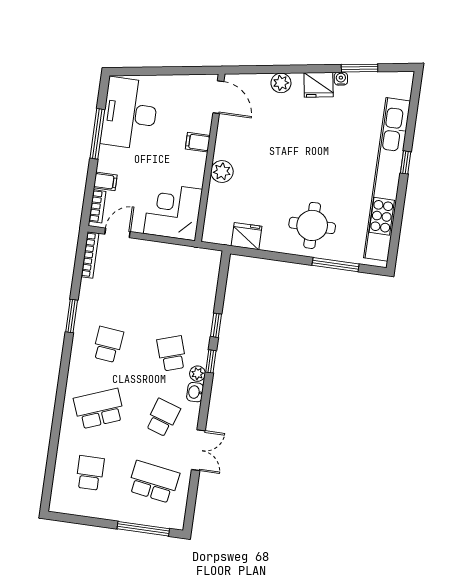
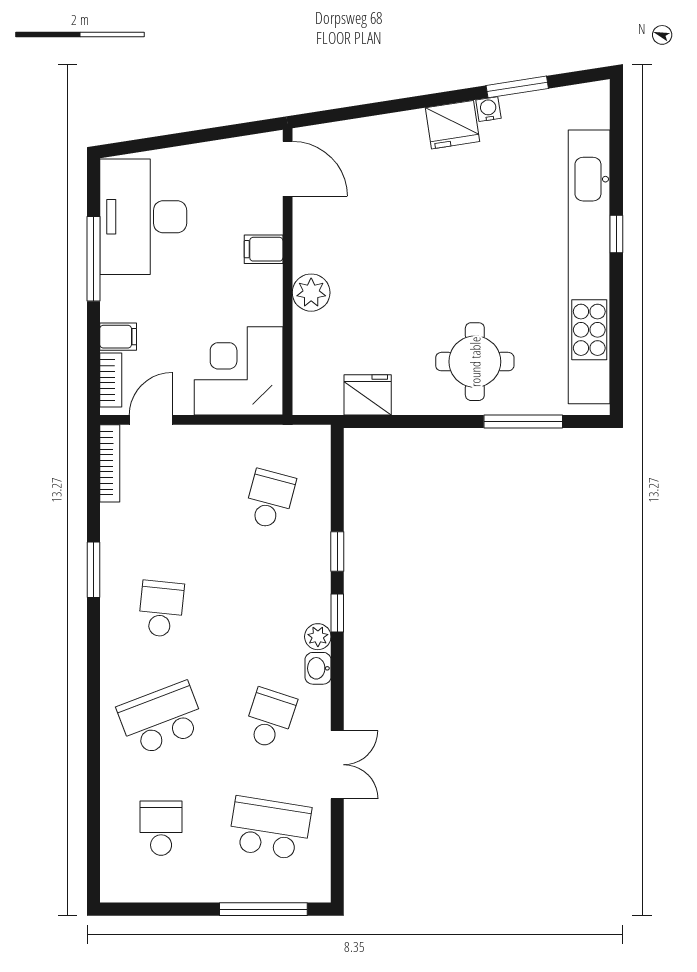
plant: (281, 83) -> (389, 130), removed
school desk: (172, 353) -> (270, 499), moved, turned 33

